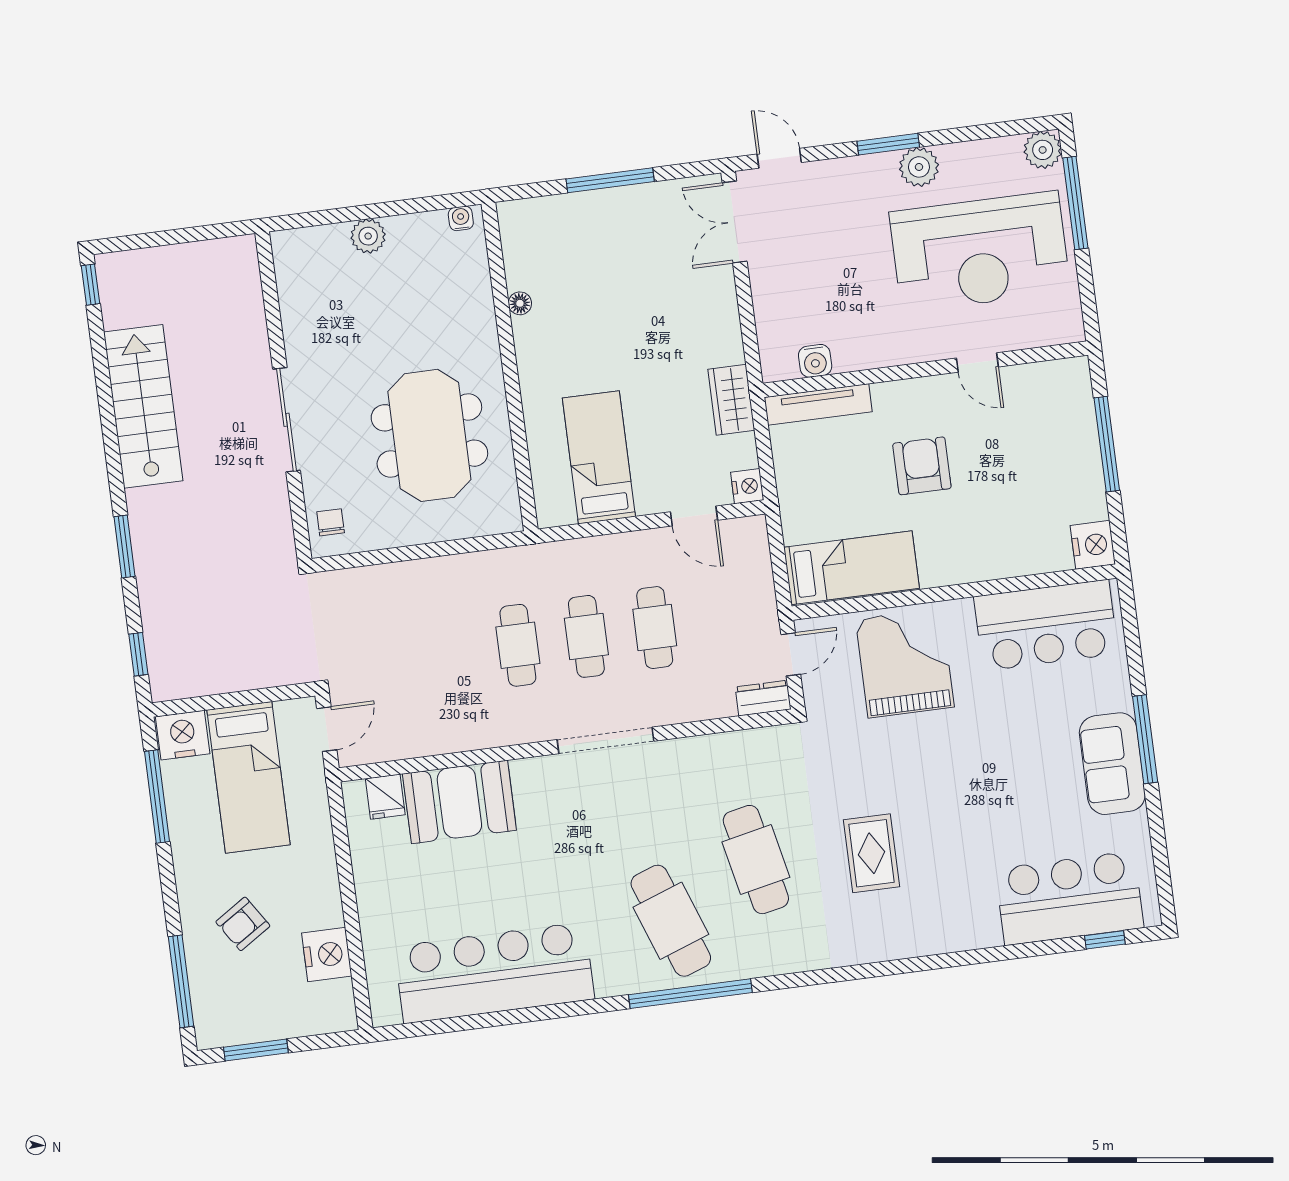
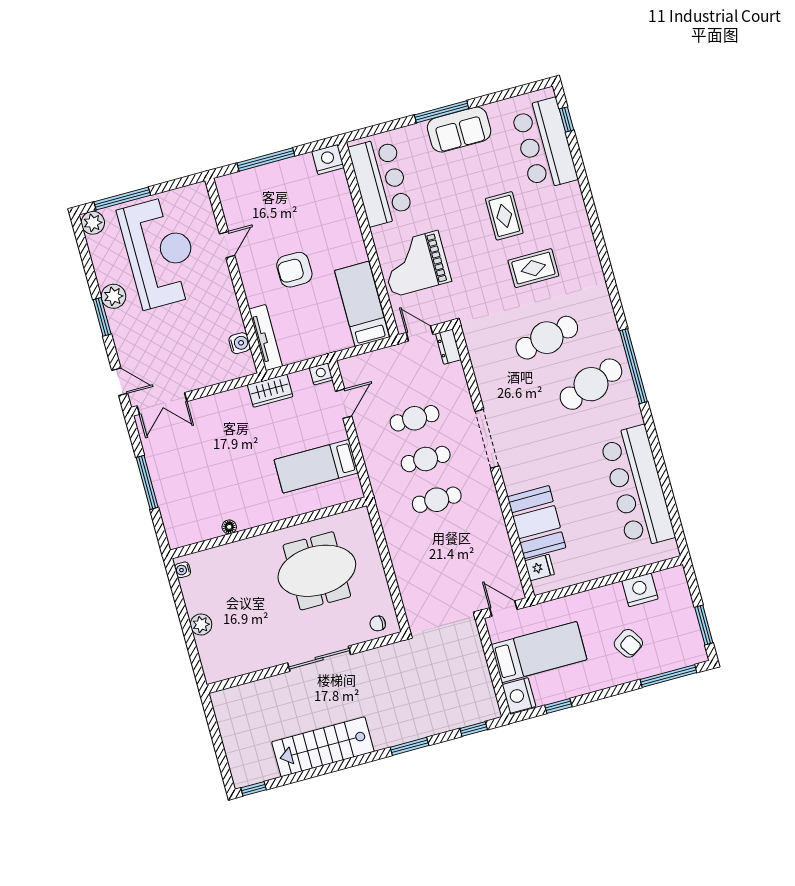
door: (779, 158) -> (120, 382), swing flipped
window: (157, 797) -> (558, 706), width x0.46
rug: (963, 818) -> (504, 216), added

